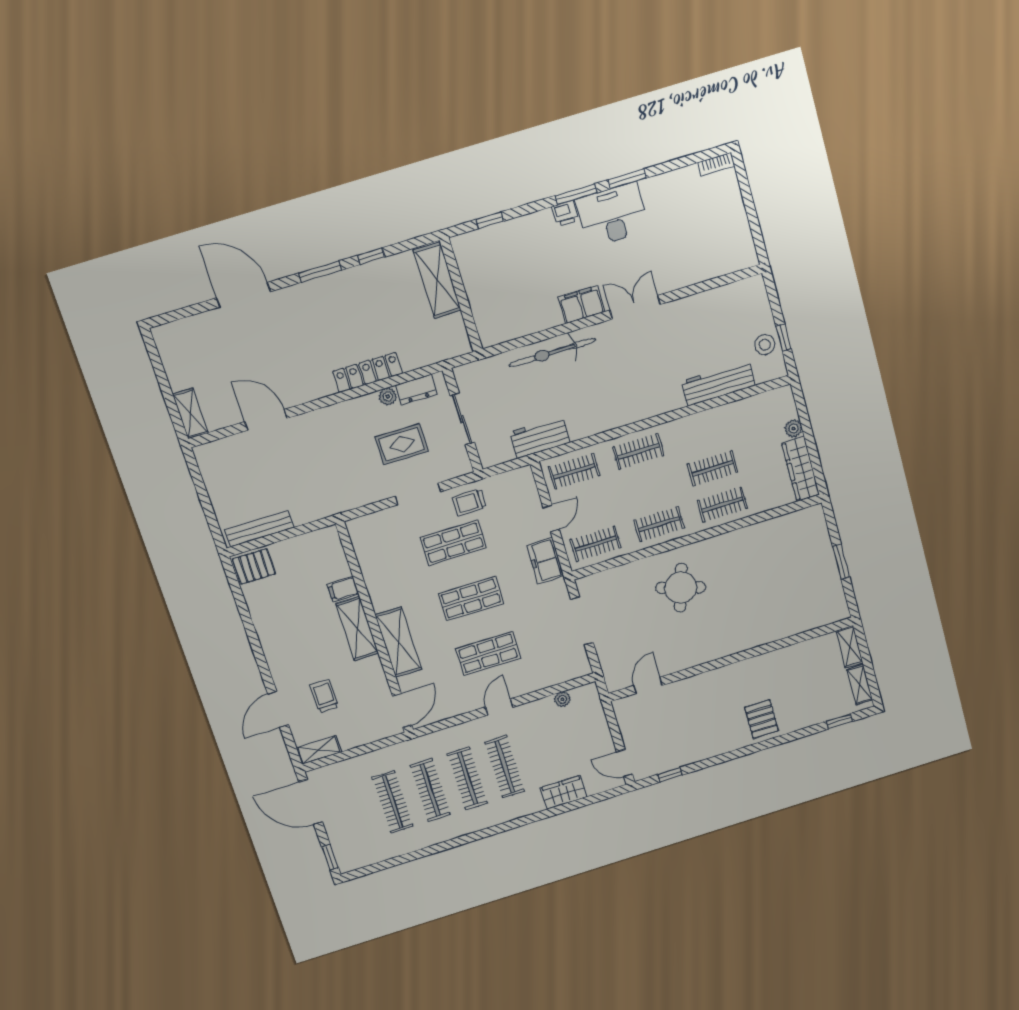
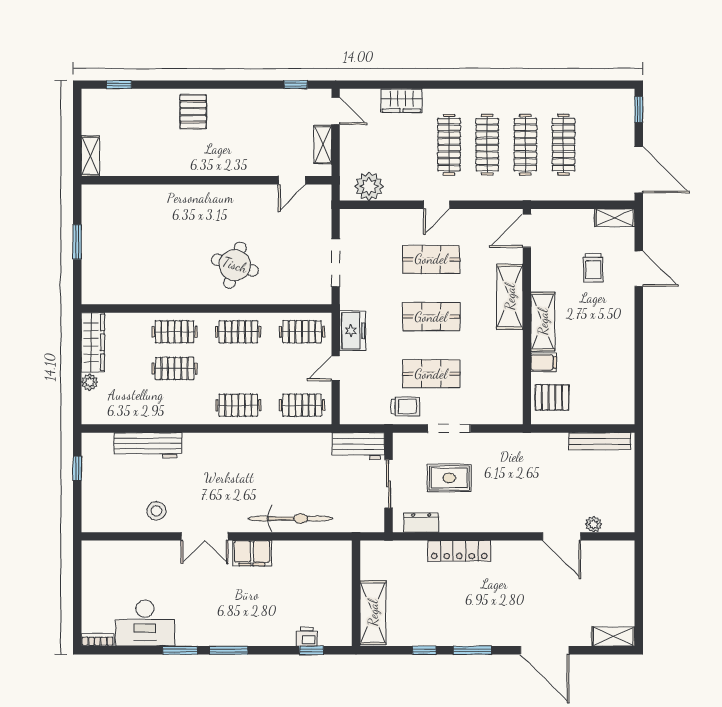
printer: (565, 213) -> (307, 637), moved
desk: (612, 215) -> (145, 623), moved
stool: (765, 345) -> (156, 511), moved
plant: (388, 396) -> (594, 524), moved
shelving: (190, 414) -> (613, 637), moved, turned 90
workbench: (540, 437) -> (358, 446), moved
pallet: (254, 566) -> (552, 397), moved
shelving: (860, 685) -> (323, 145), moved
plant: (562, 699) -> (369, 186), width x1.87, depth x1.87
door: (278, 709) -> (639, 269), hinge flipped

